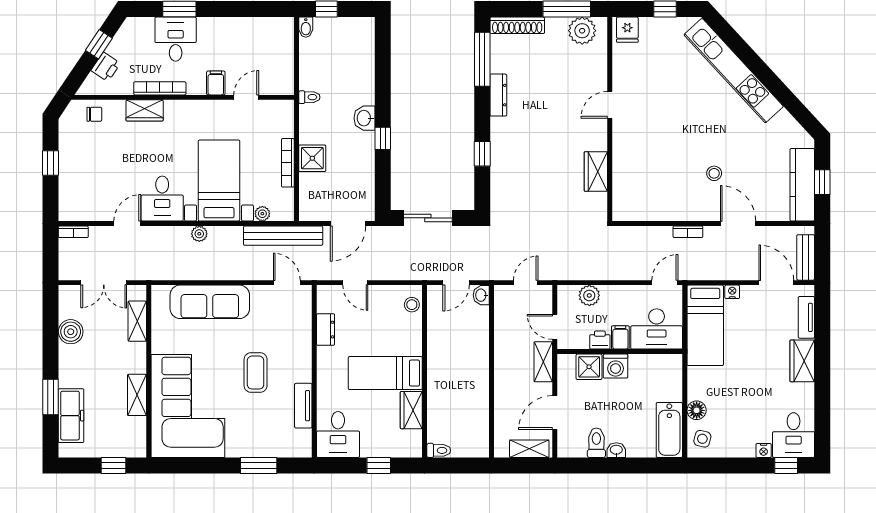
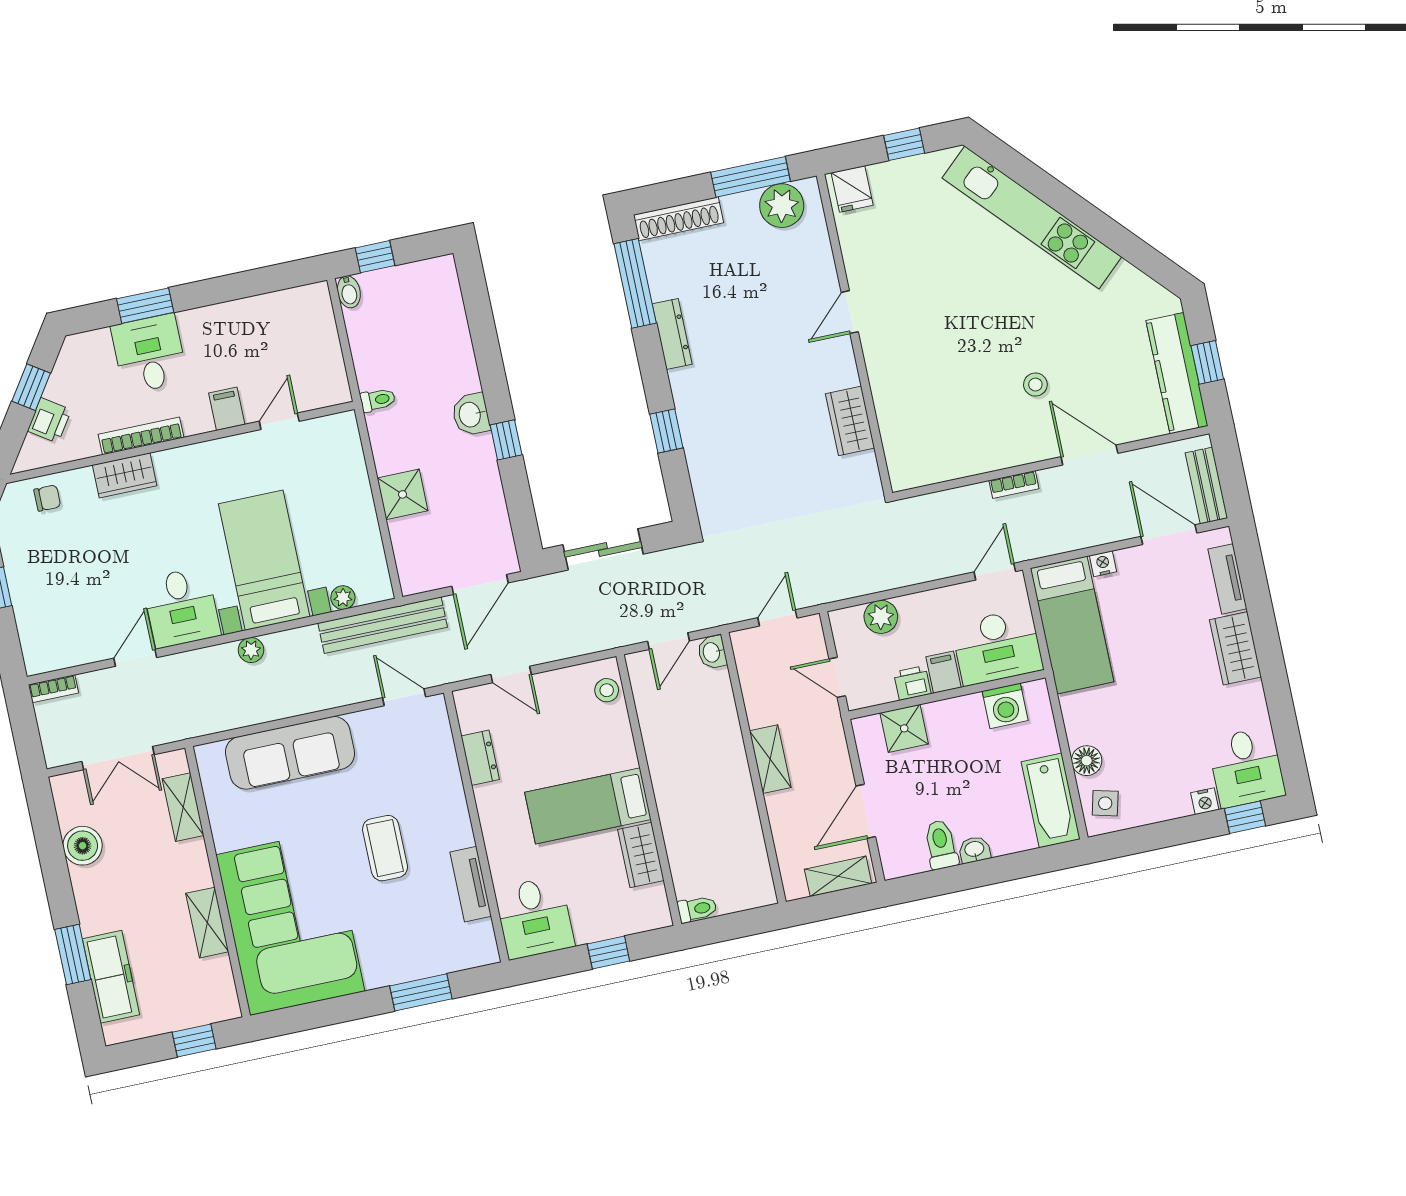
bookcase: (288, 163) -> (366, 510), removed
shelving: (543, 362) -> (770, 759), moved
washing machine: (616, 366) -> (1005, 706), moved

